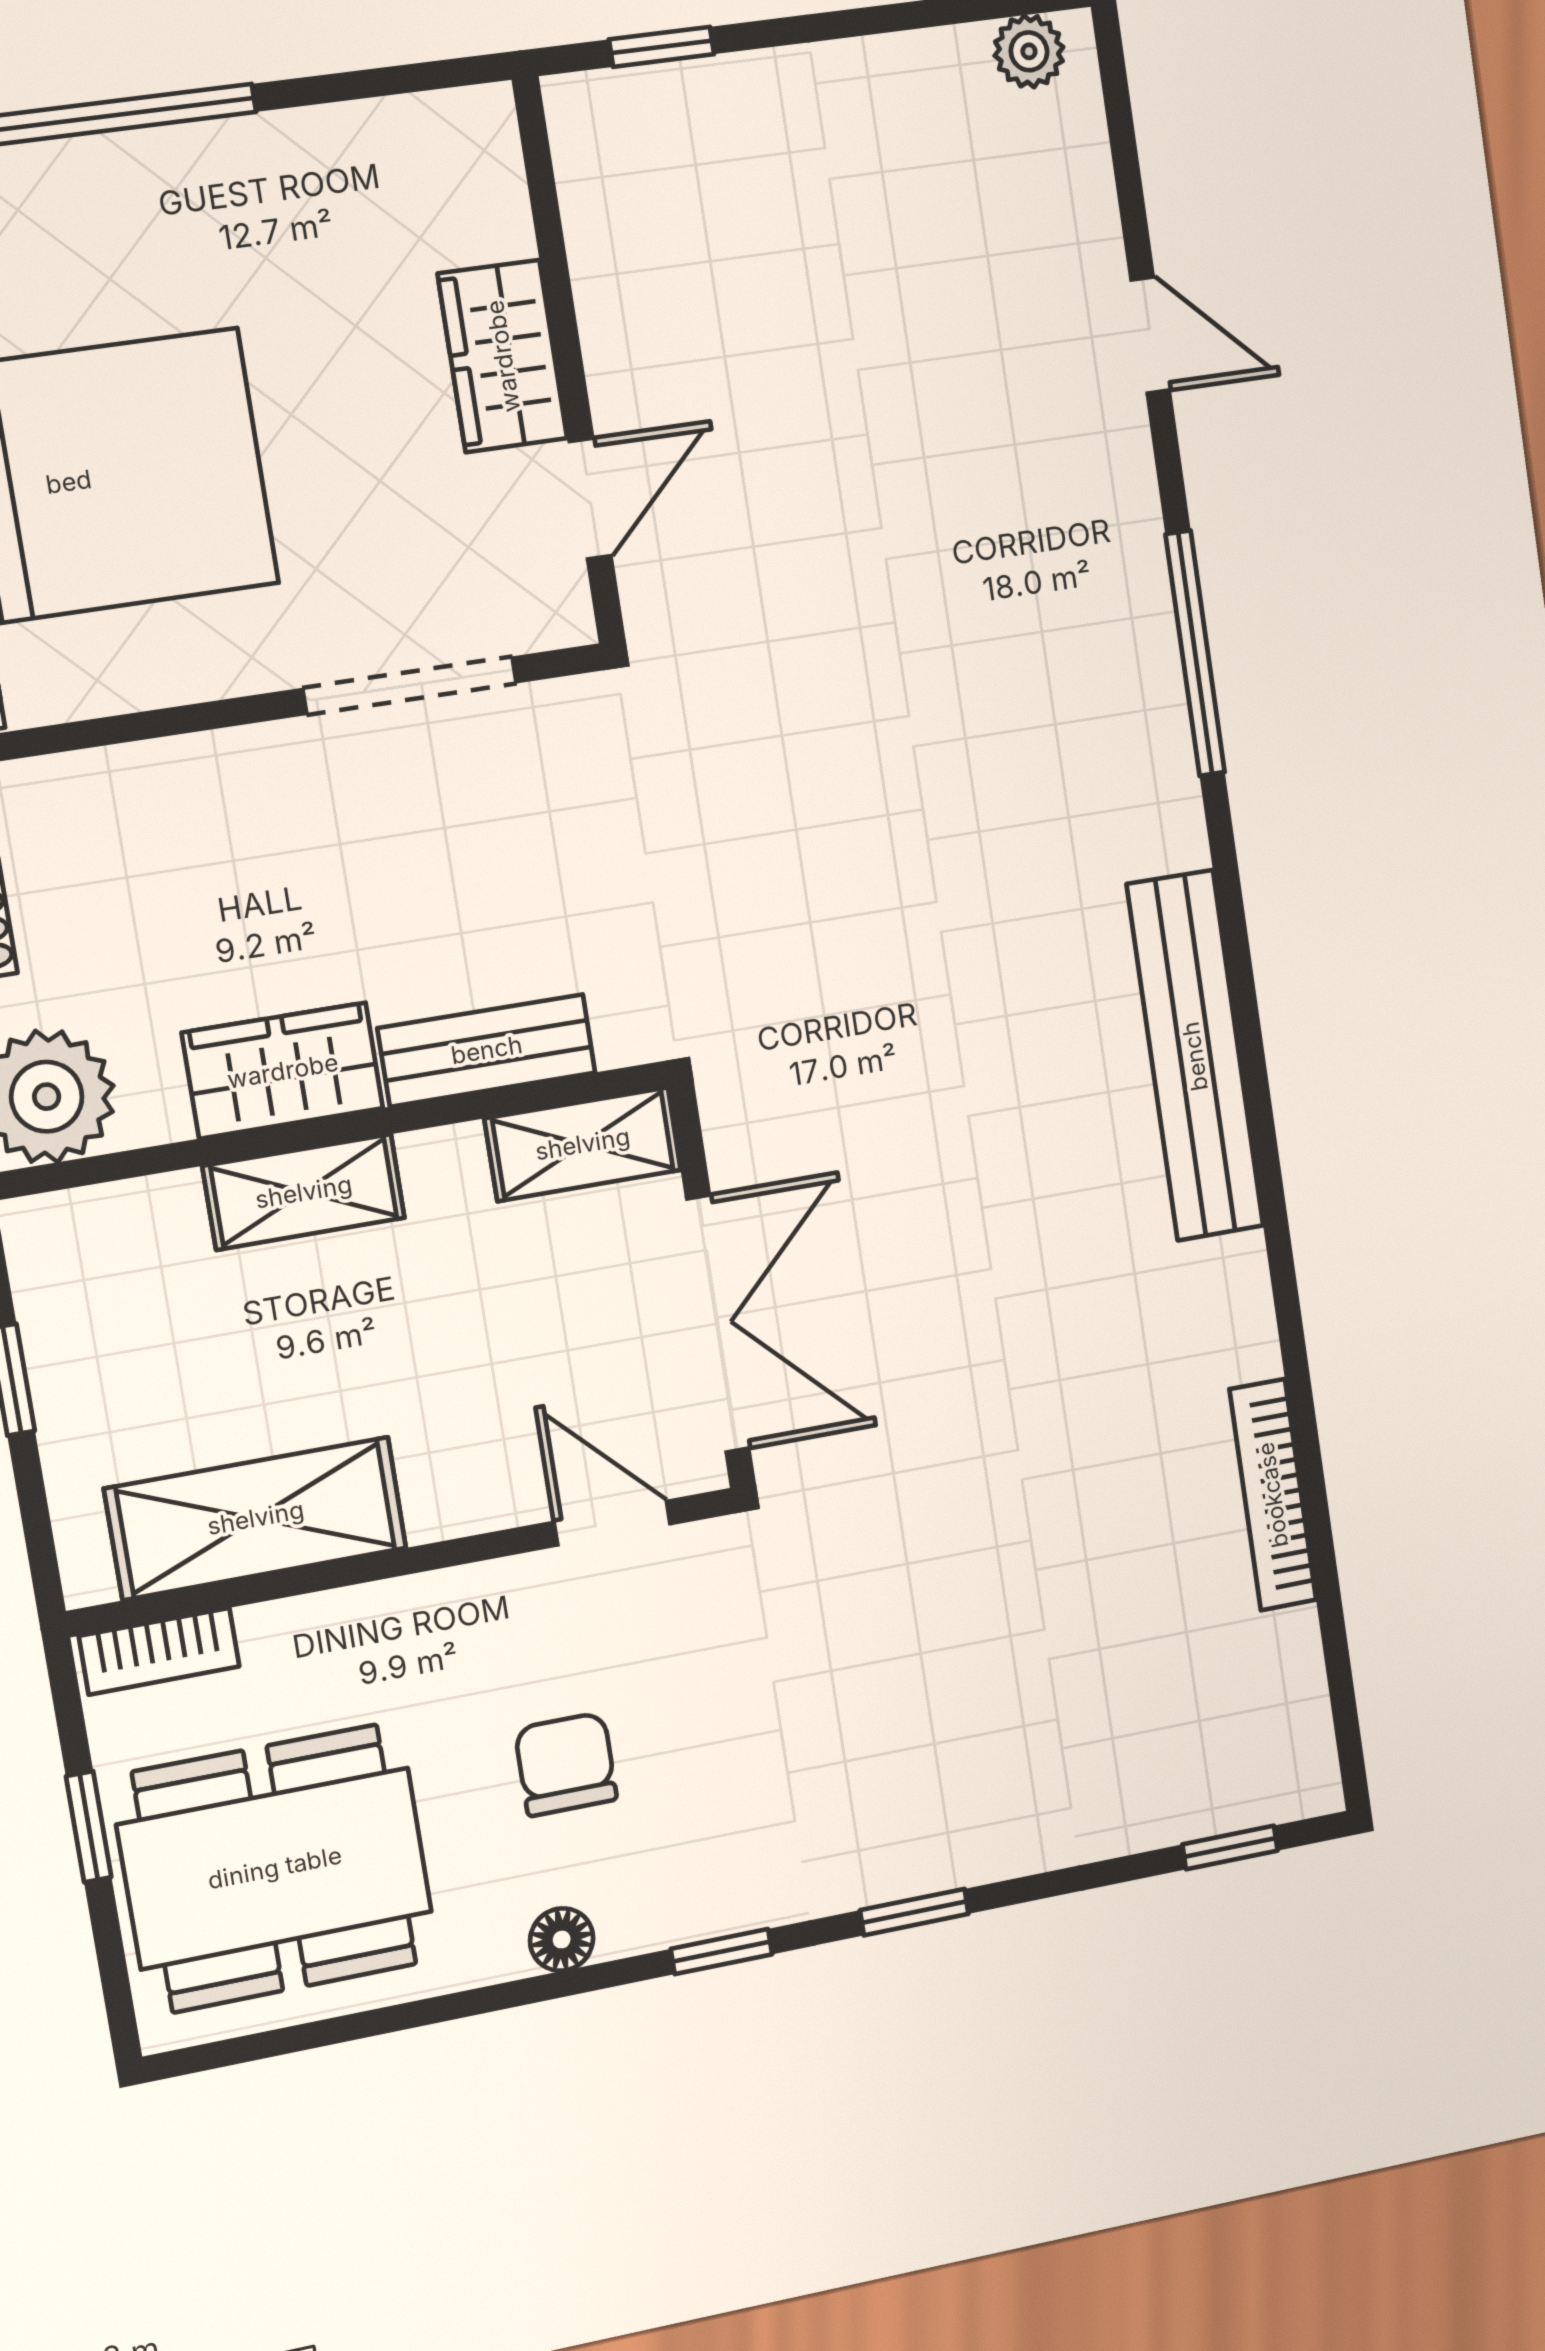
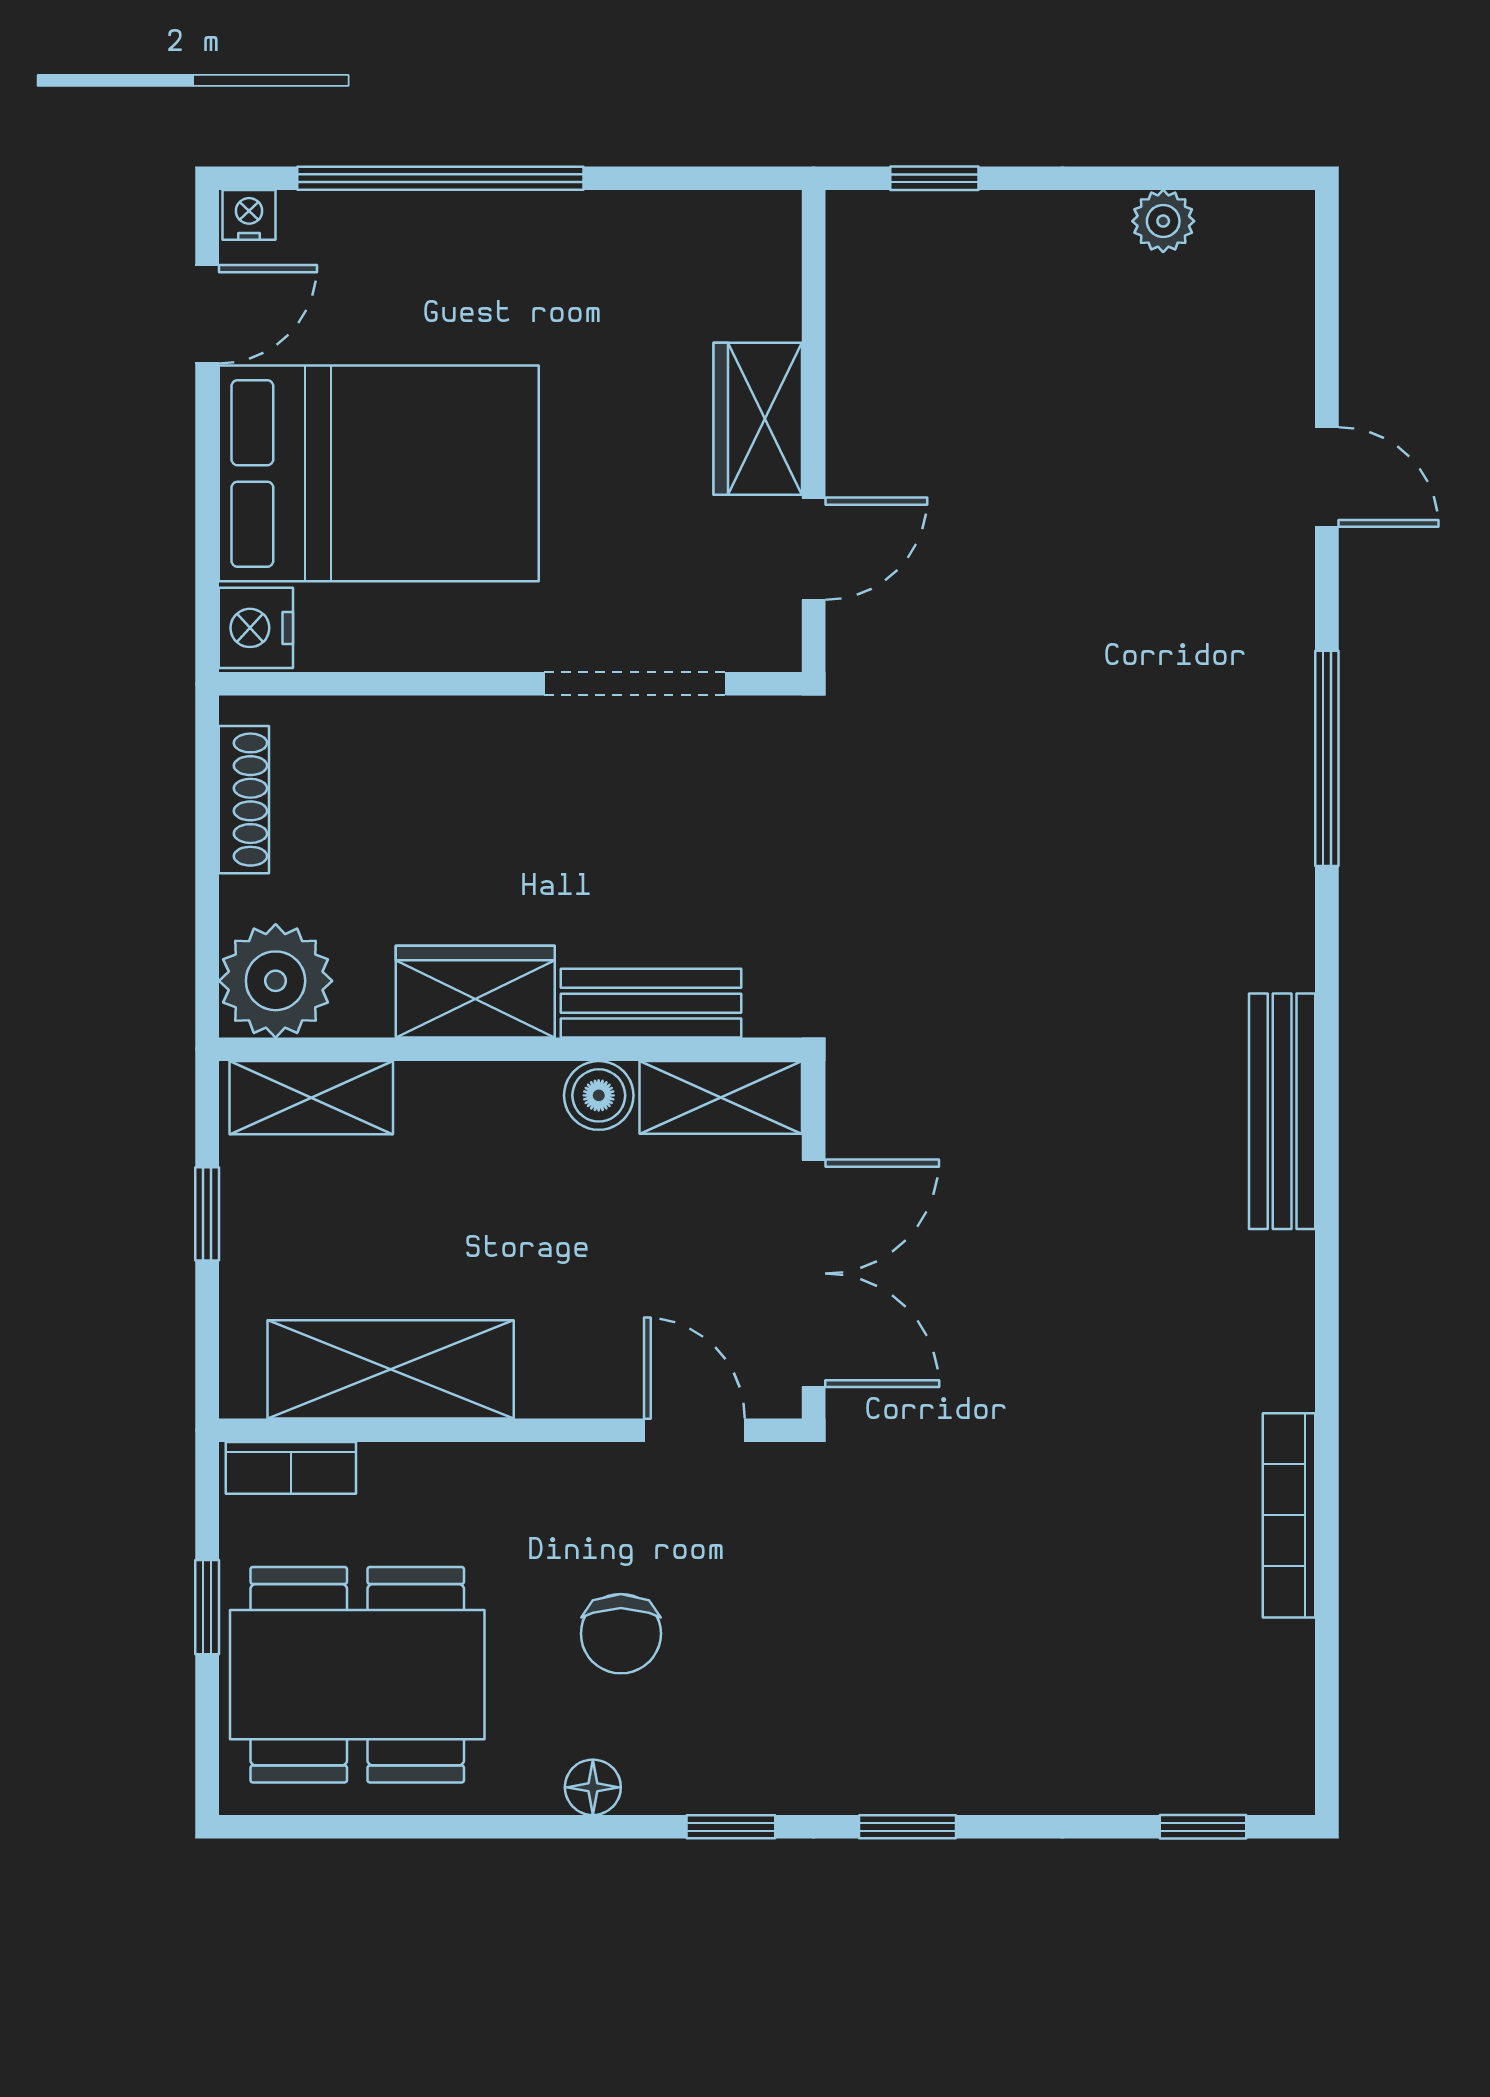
plant: (1029, 51) -> (1163, 221), moved
bench: (1195, 1056) -> (1282, 1111), width x0.73, depth x0.82
boiler: (444, 1166) -> (599, 1095), added
shelving: (304, 1192) -> (311, 1098), moved
chair: (566, 1764) -> (621, 1634), turned 180

